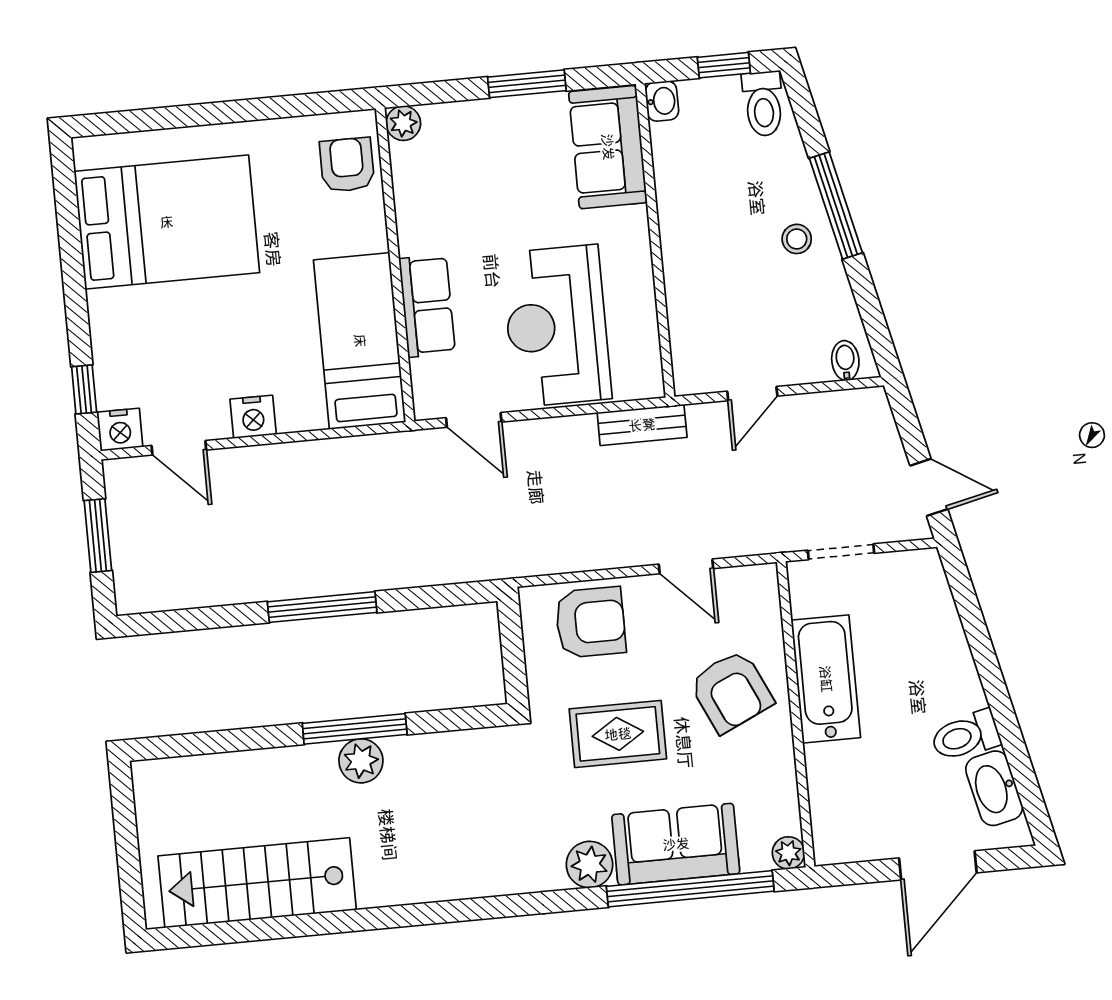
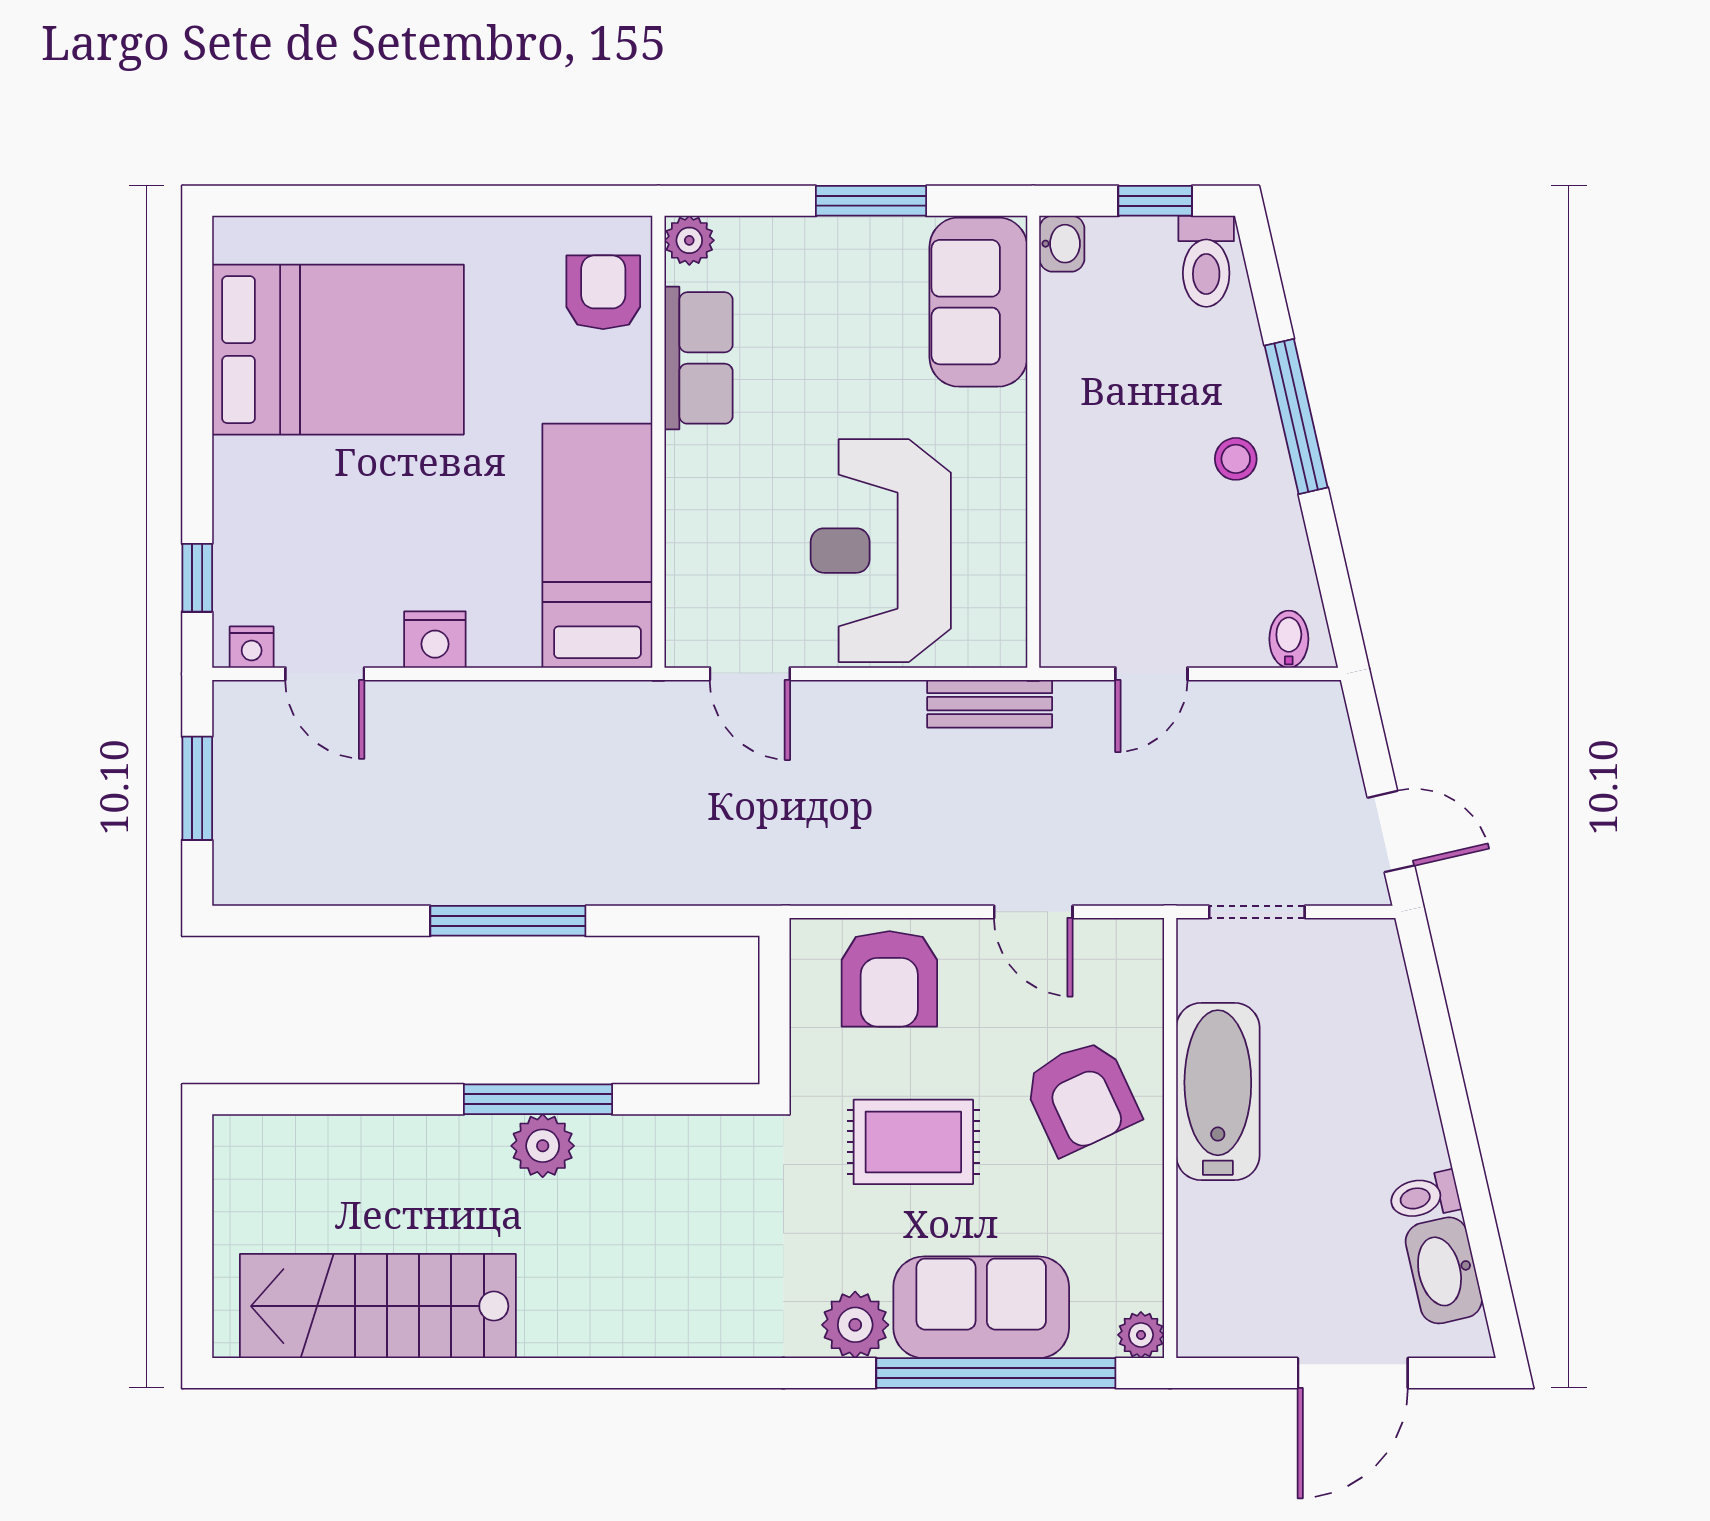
row of seats: (427, 306) -> (698, 358), moved
nightstand: (120, 430) -> (252, 647), width x0.72, depth x0.74
armchair: (590, 622) -> (889, 979), turned 90
toilet: (966, 736) -> (1424, 1196), width x0.73, depth x0.72

